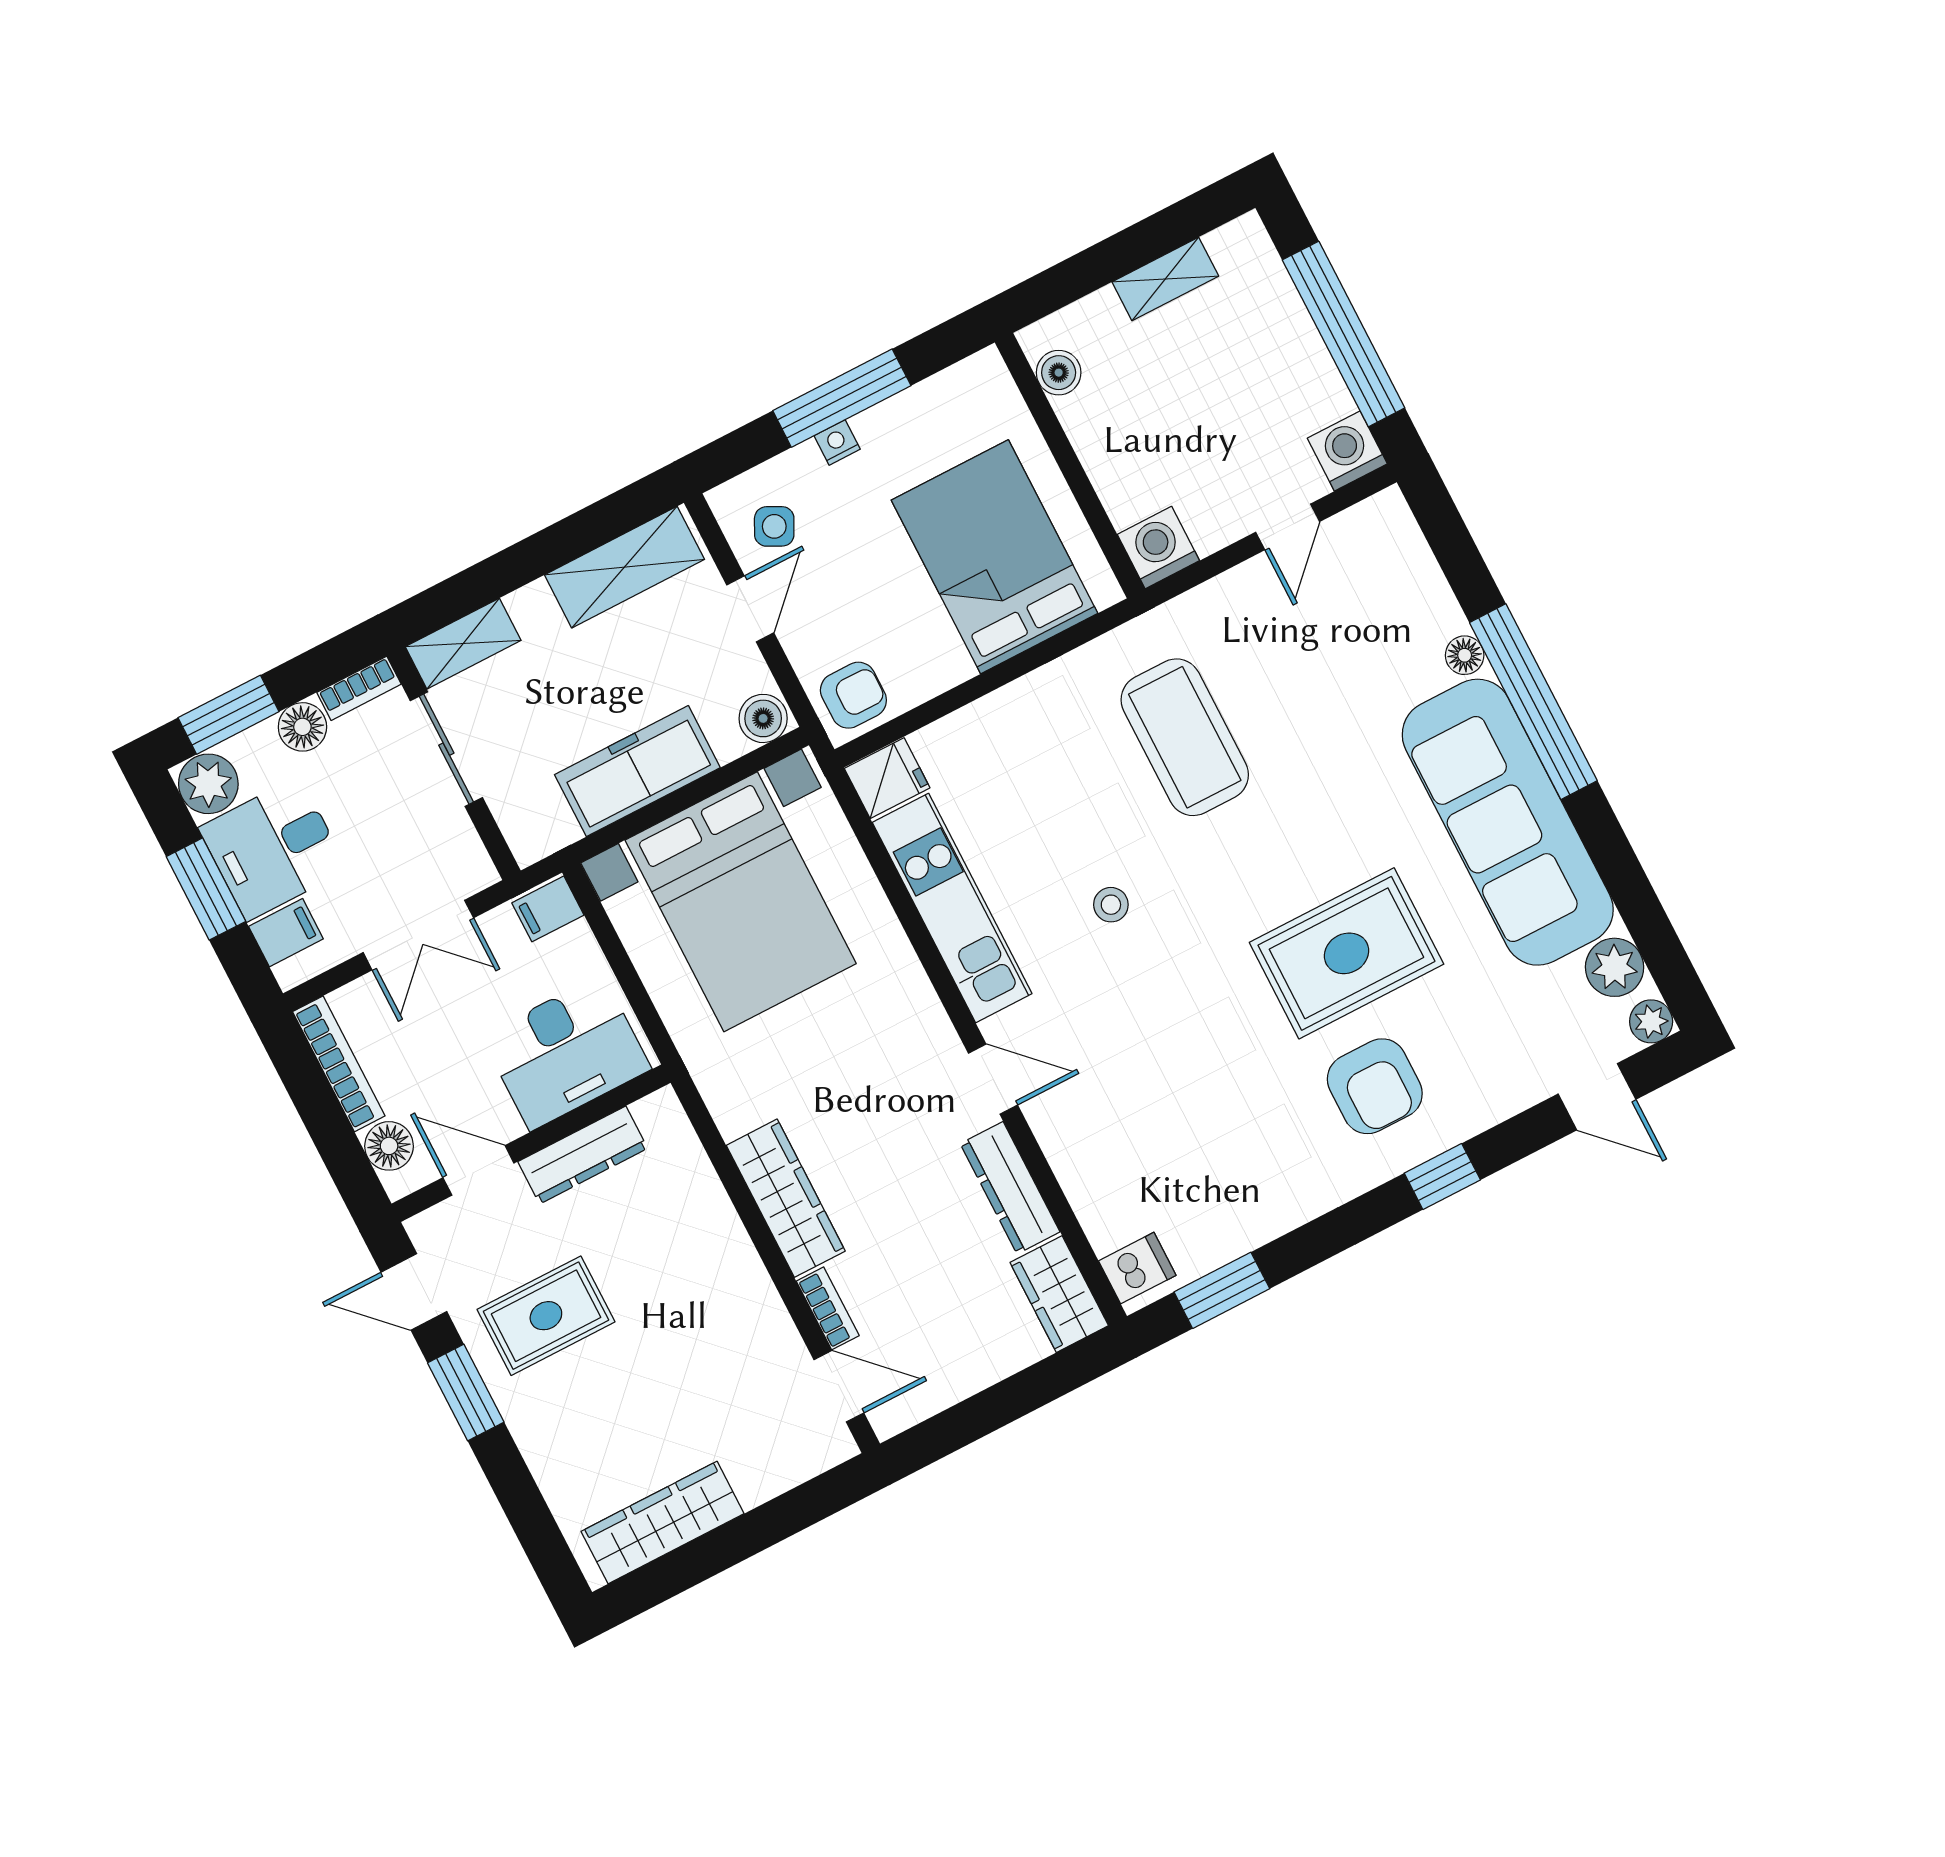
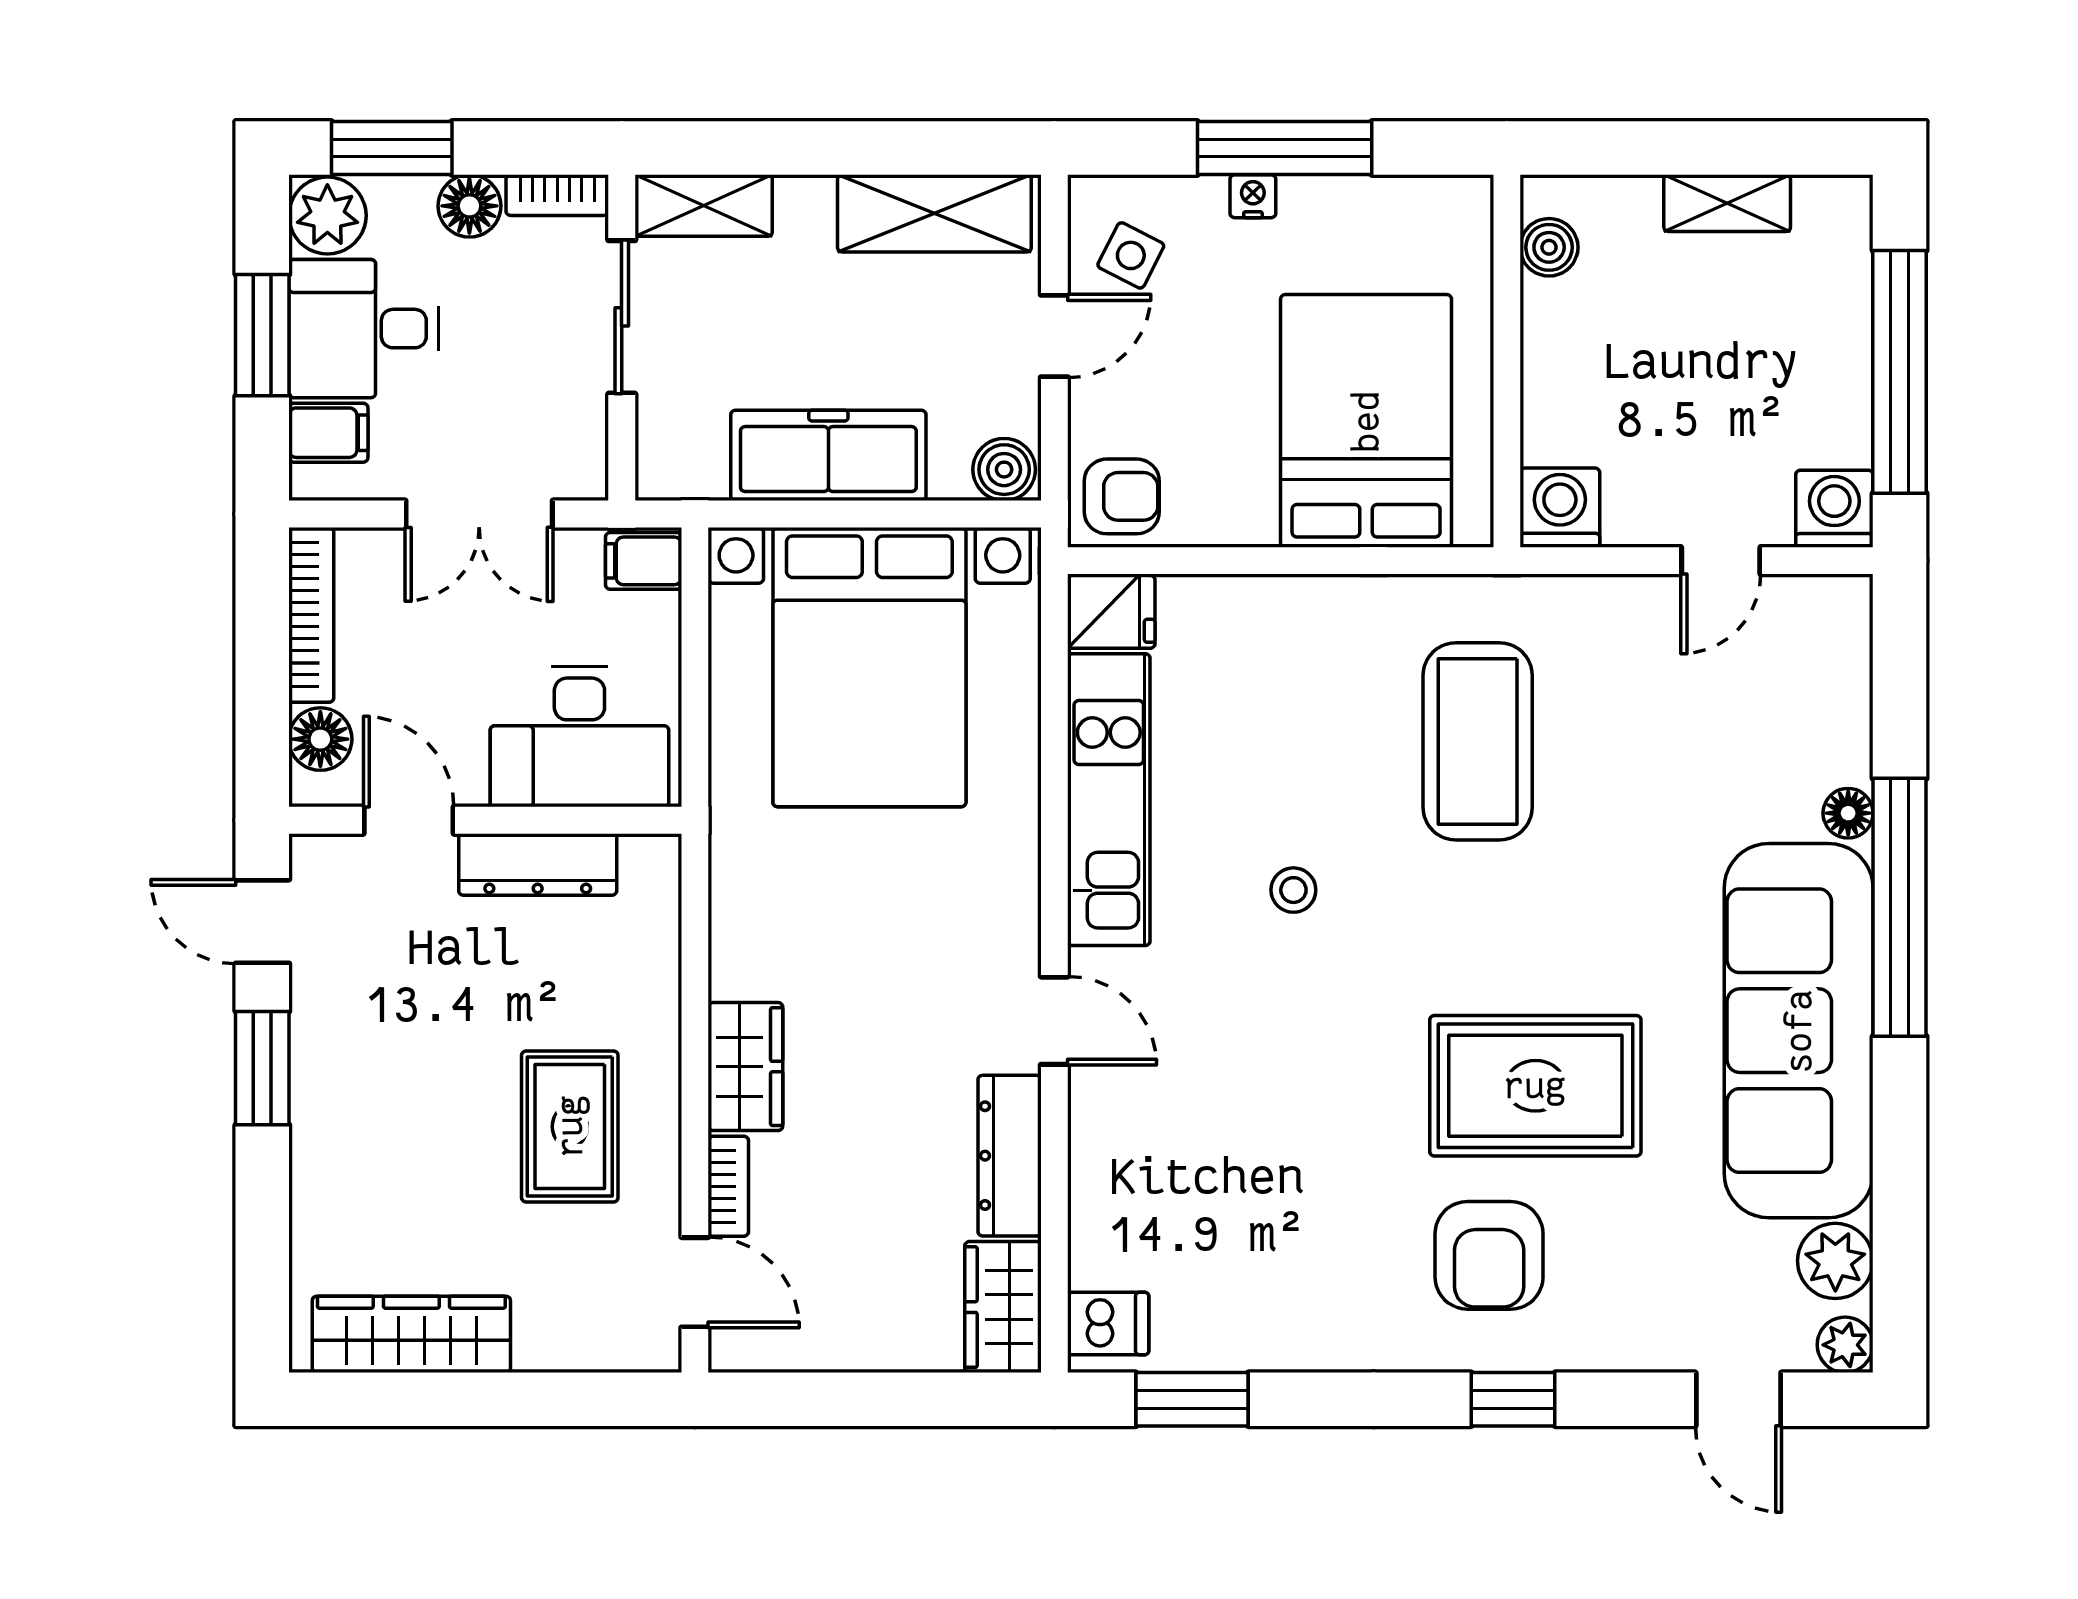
wardrobe: (786, 1198) -> (745, 1067), width x0.67
rug: (546, 1316) -> (570, 1126), moved, turned 90

